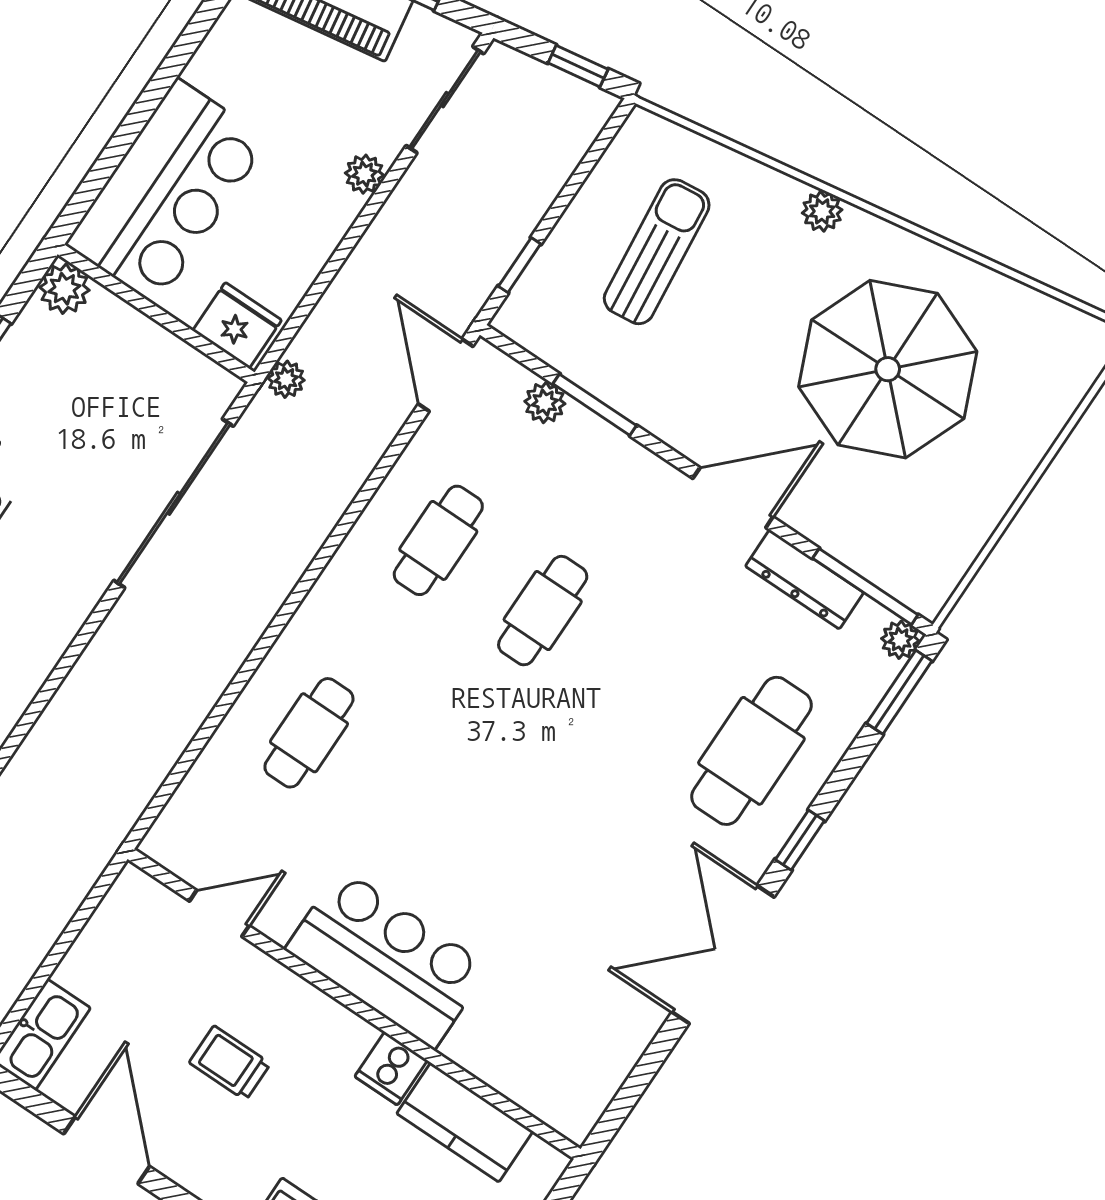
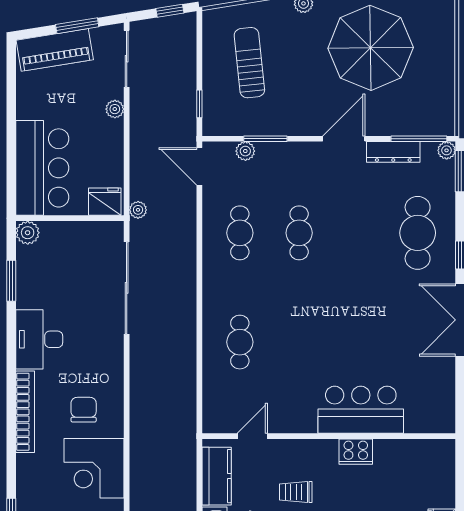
bar counter: (387, 958) -> (361, 410), moved
cooker: (391, 1068) -> (356, 452), width x1.36
kitchen counter: (465, 1122) -> (217, 476), moved, turned -90

